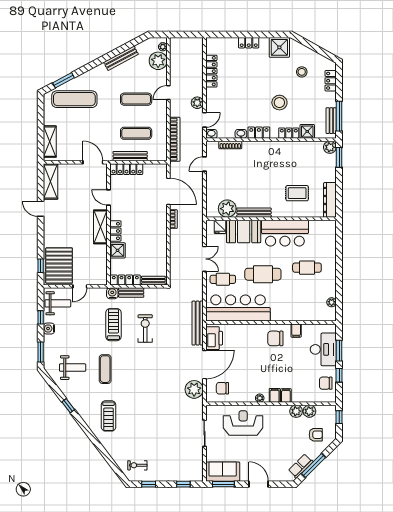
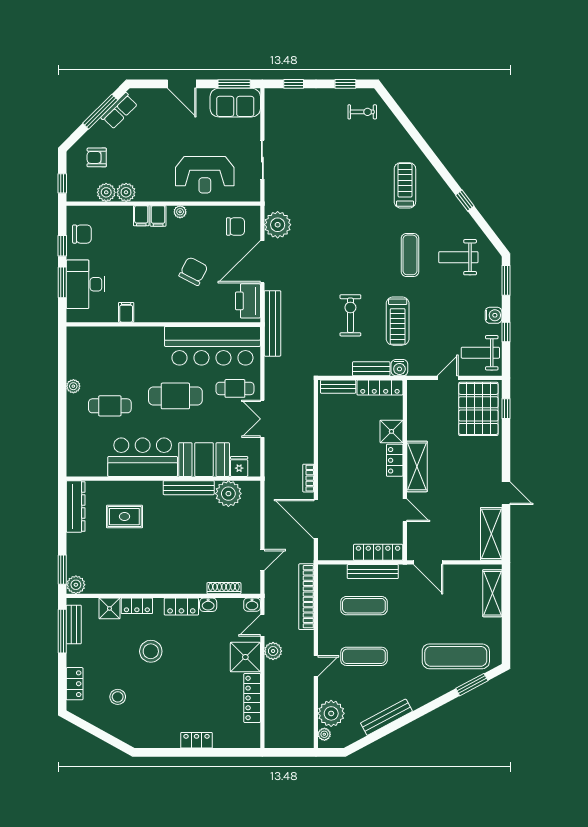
shower: (279, 47) -> (245, 657), moved
plant: (332, 302) -> (73, 386), moved
exercise bike: (145, 328) -> (350, 315), turned 180
chair: (275, 338) -> (193, 271), moved, turned -63

